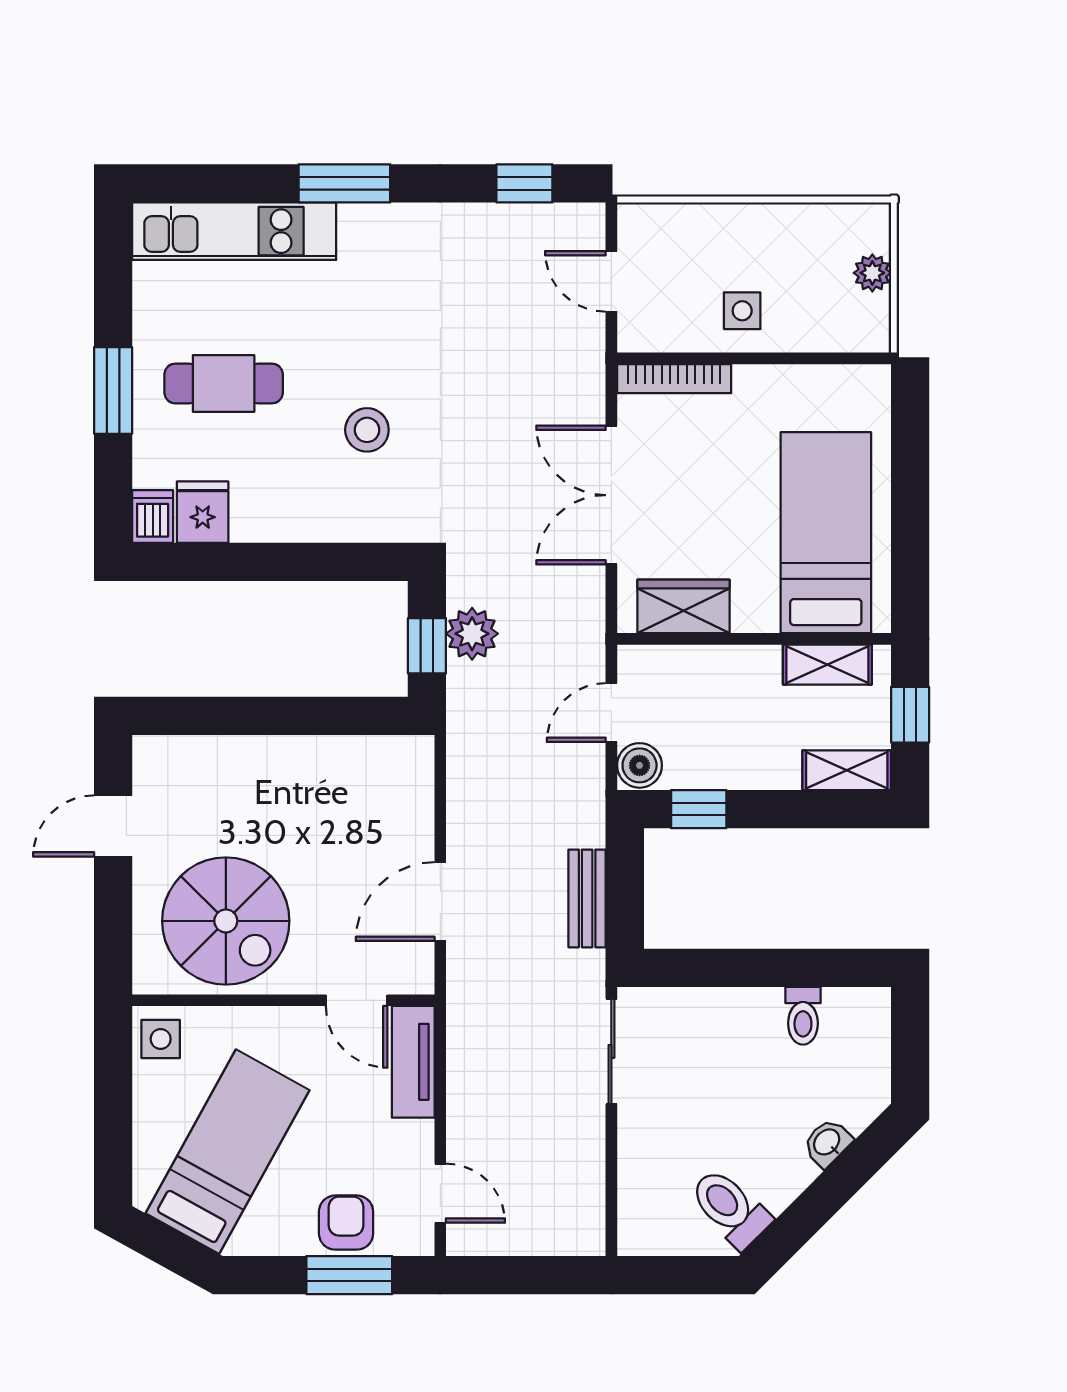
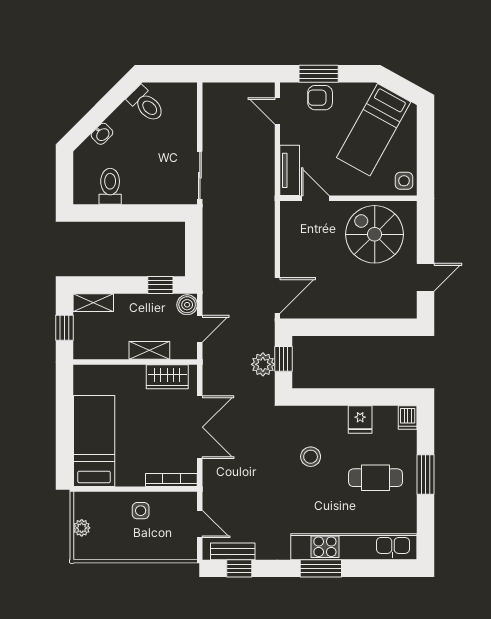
kitchen unit: (234, 231) -> (354, 547), width x1.36
fridge: (203, 512) -> (360, 419), moved
bed: (826, 533) -> (94, 441), moved, turned 180
shelving: (827, 665) -> (149, 350), moved
bench: (587, 898) -> (233, 551), moved, turned 90
door: (440, 902) -> (277, 296), moved
toilet: (803, 1016) -> (110, 186), width x1.37, depth x1.39
armchair: (346, 1223) -> (320, 98), turned 90

